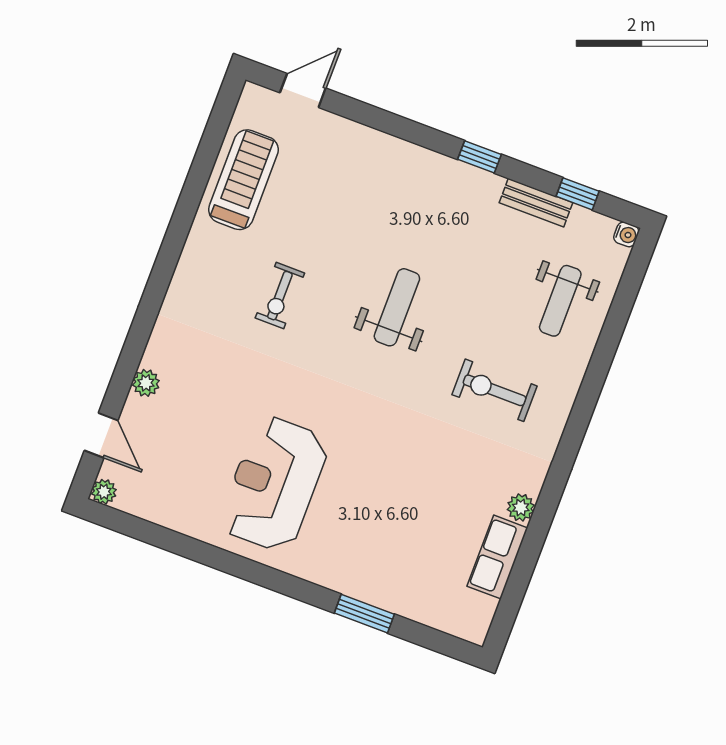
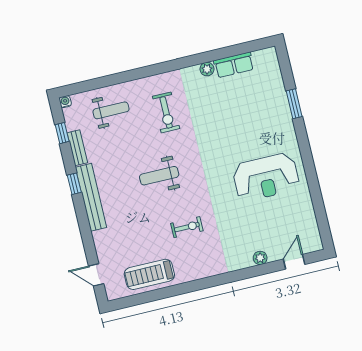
bench: (438, 169) -> (91, 197), added
plant: (104, 492) -> (317, 245), removed

